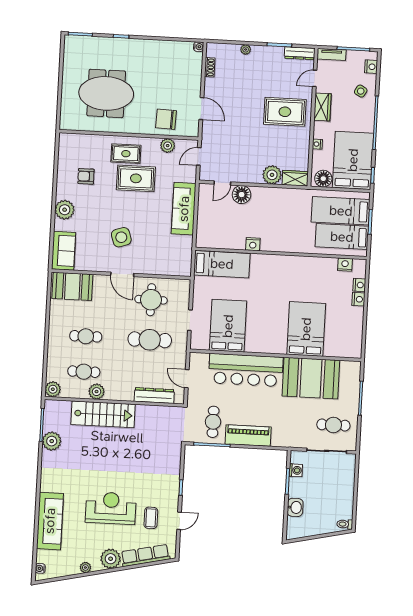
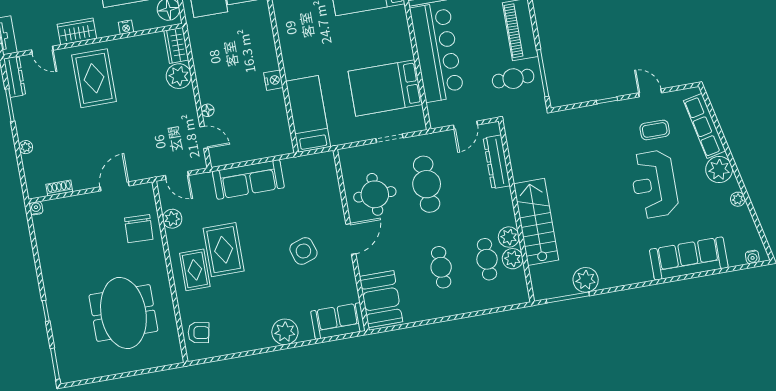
armchair: (86, 176) -> (199, 333), moved, turned -79
floor lamp: (242, 195) -> (208, 110), width x0.53, depth x0.53
plant: (53, 389) -> (513, 259), moved

